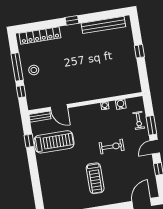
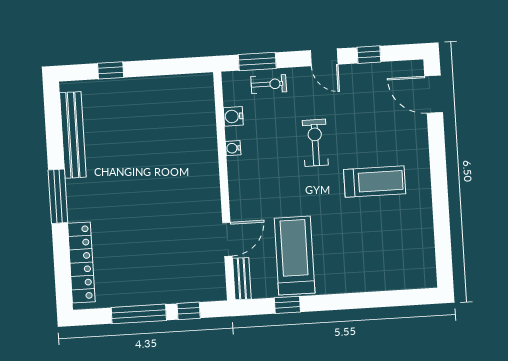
window: (72, 20) -> (58, 196), width x2.17
window: (139, 51) -> (111, 70), moved
stool: (34, 70) -> (148, 281), removed
window: (151, 125) -> (257, 61), moved

